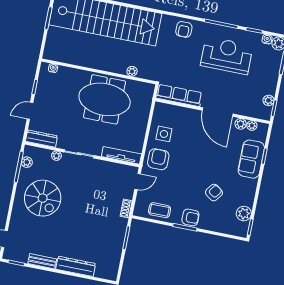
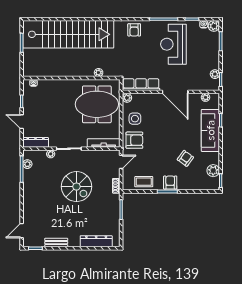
reception desk: (227, 55) -> (173, 44), turned -90
meeting table: (105, 99) -> (97, 104), moved
door: (30, 111) -> (22, 122), hinge flipped
plant: (241, 124) -> (127, 98), moved
armchair: (158, 159) -> (134, 140), turned 90
sofa: (251, 159) -> (210, 130), width x1.36
spiral stairs: (43, 198) -> (76, 187), moved
armchair: (190, 217) -> (170, 183), turned -90
dresser: (76, 266) -> (96, 241), moved

